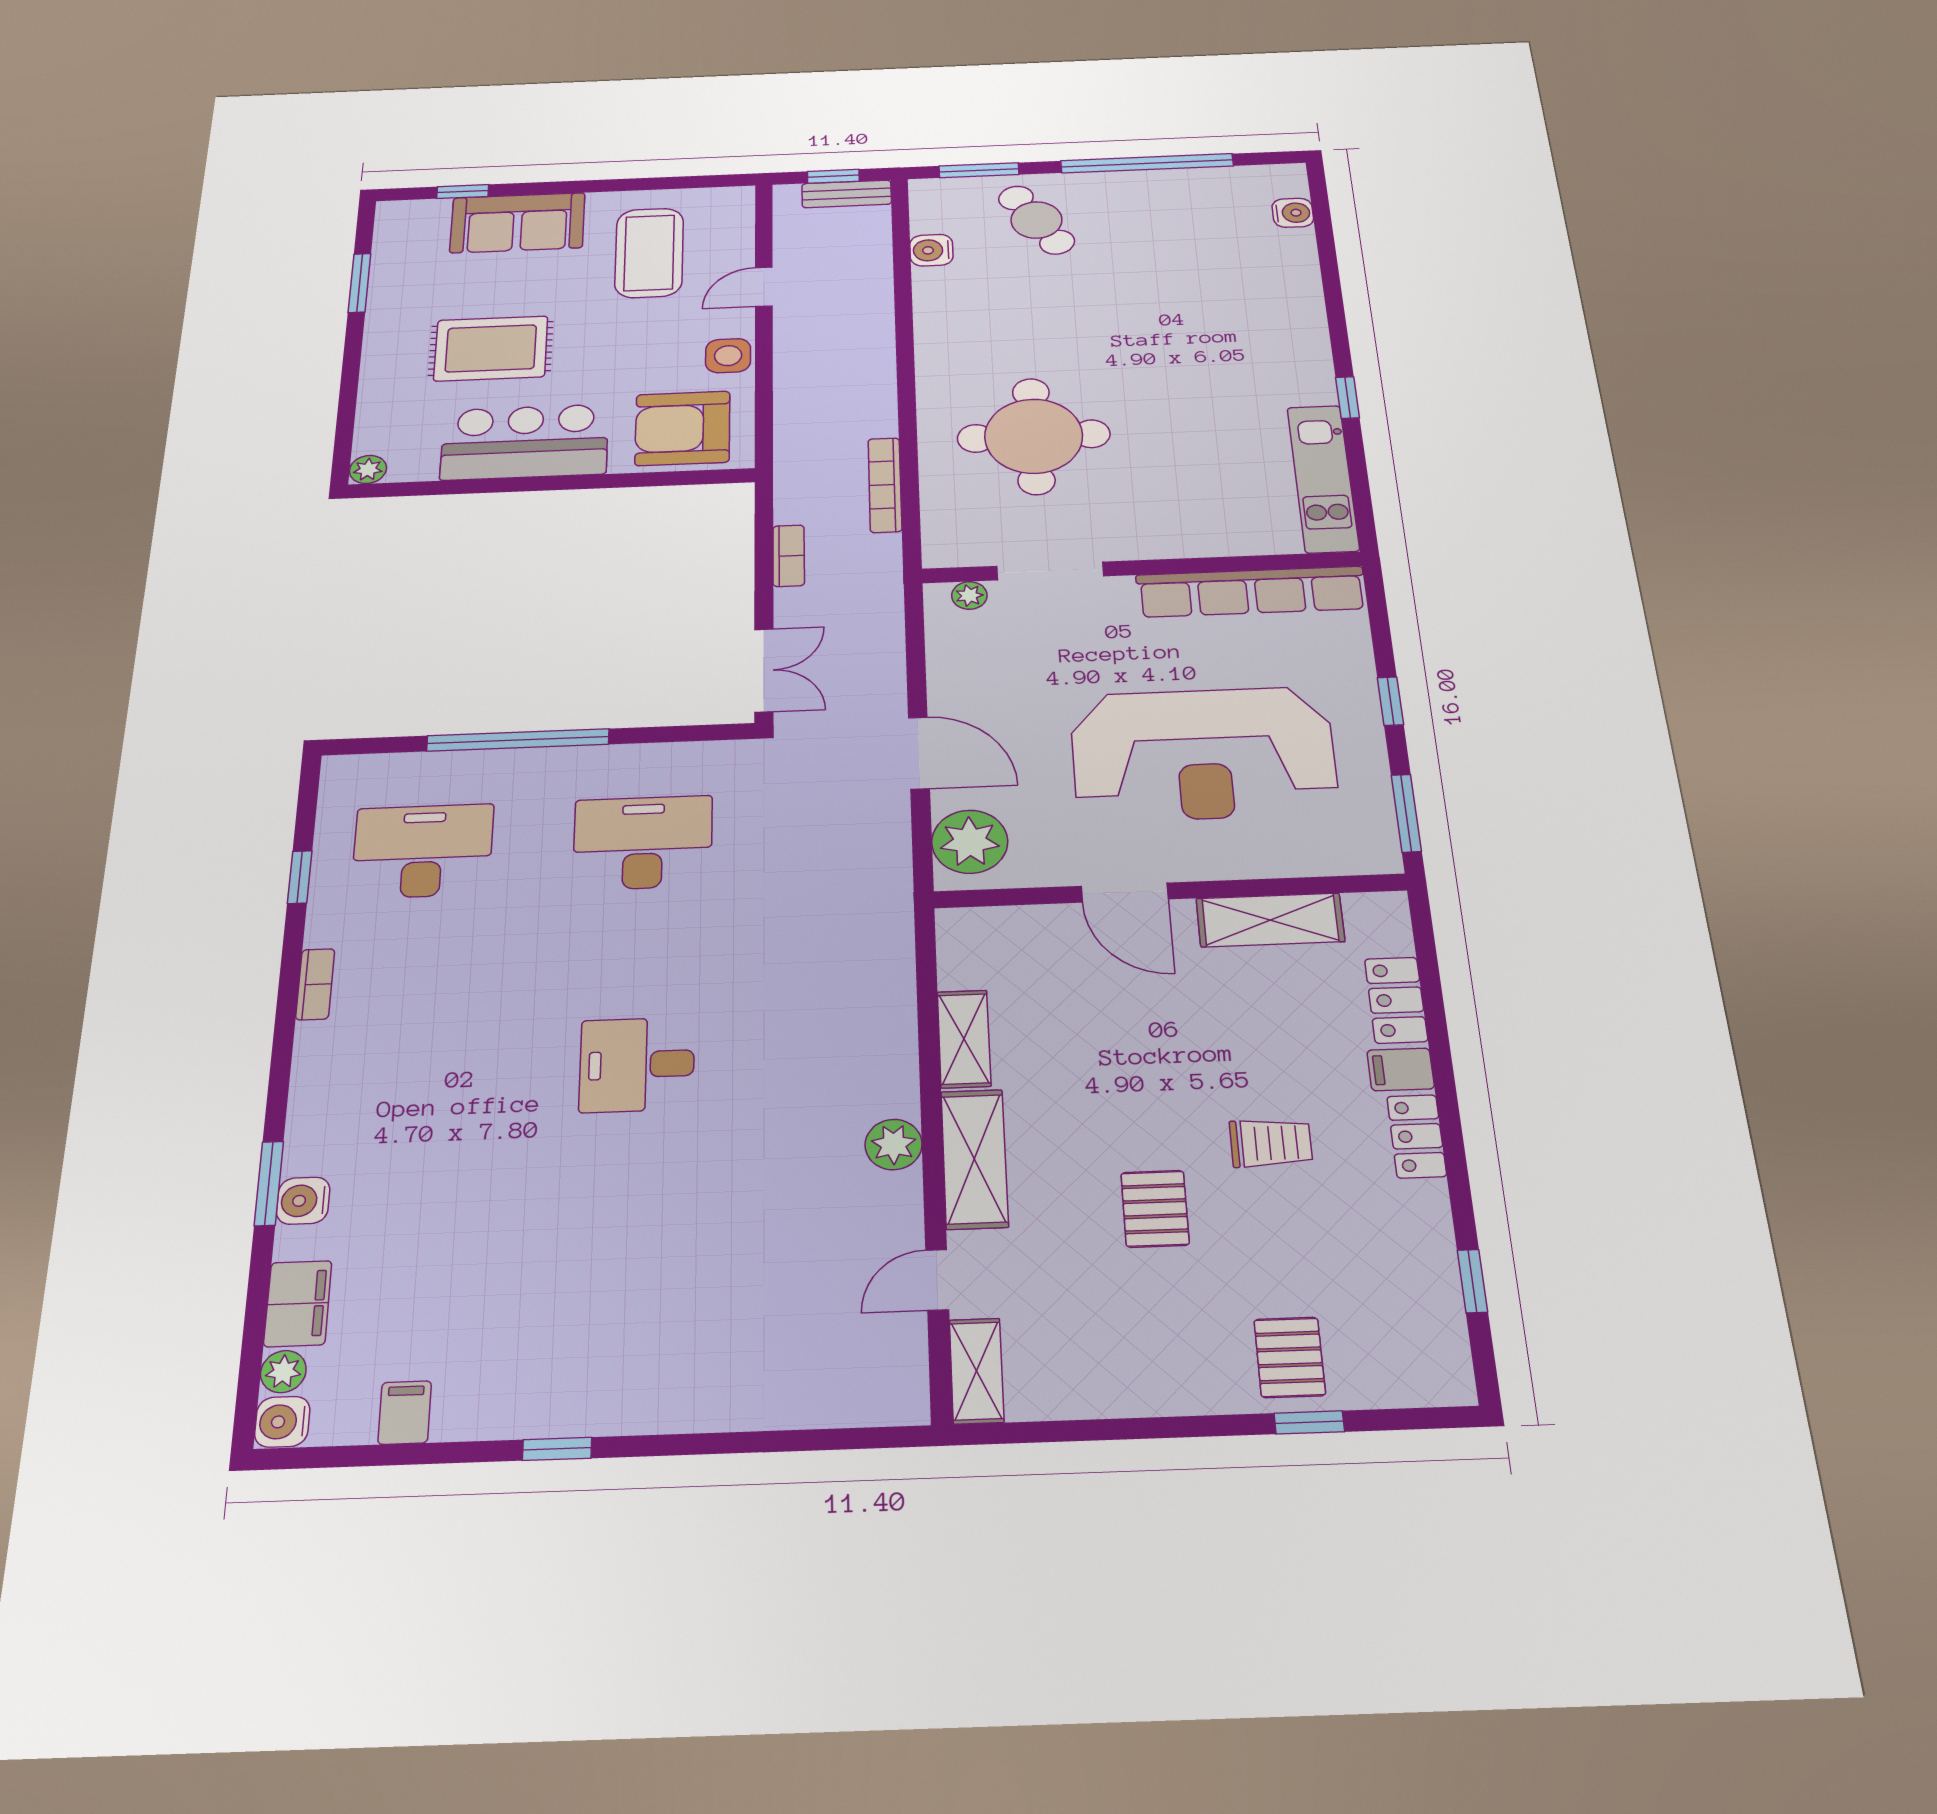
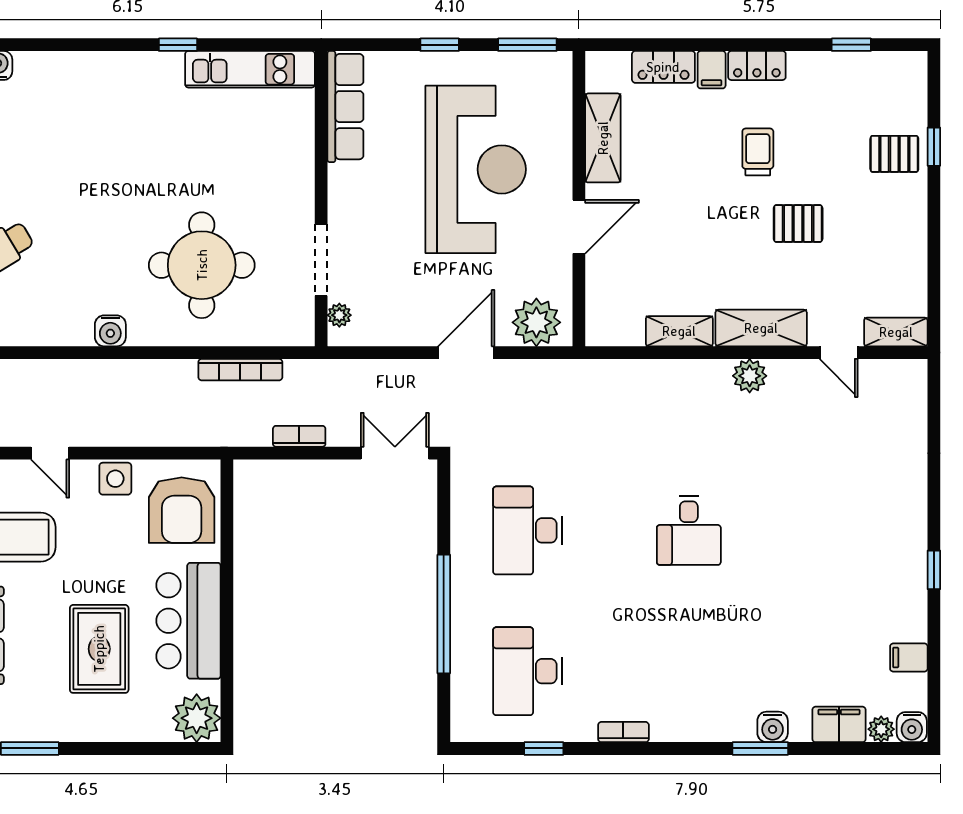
water cooler: (931, 250) -> (110, 331), moved
plant: (368, 469) -> (197, 718), width x1.88, depth x1.88
row of seats: (1251, 592) -> (345, 107), width x0.73

